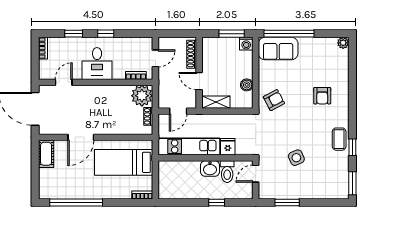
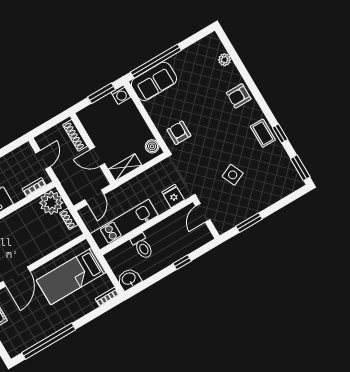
plant: (343, 43) -> (225, 60), moved
boiler: (247, 85) -> (152, 146), moved
armchair: (322, 96) -> (239, 96), moved, turned 90
armchair: (274, 100) -> (179, 133), turned -62
fridge: (228, 147) -> (173, 196), moved
washbasin: (210, 169) -> (129, 279), moved, turned 180
toilet: (227, 172) -> (142, 246), moved

